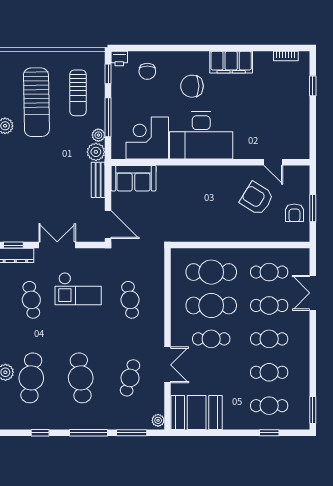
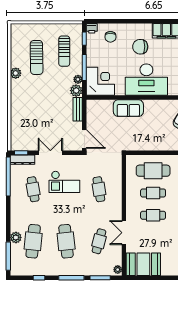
sun lounger: (36, 102) -> (37, 57), width x0.73, depth x0.75
corner desk: (147, 138) -> (100, 81), moved, turned 90
sofa: (133, 178) -> (128, 108), moved
cafe table: (211, 305) -> (153, 193), width x0.73, depth x0.74
double door: (167, 365) -> (124, 233), swing flipped

